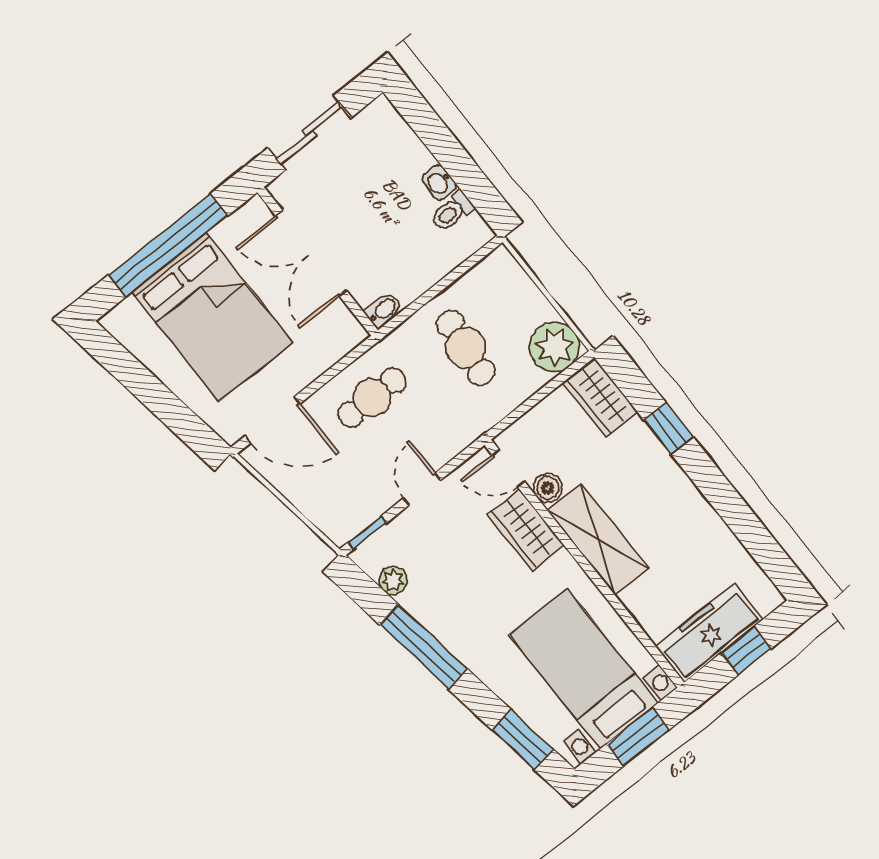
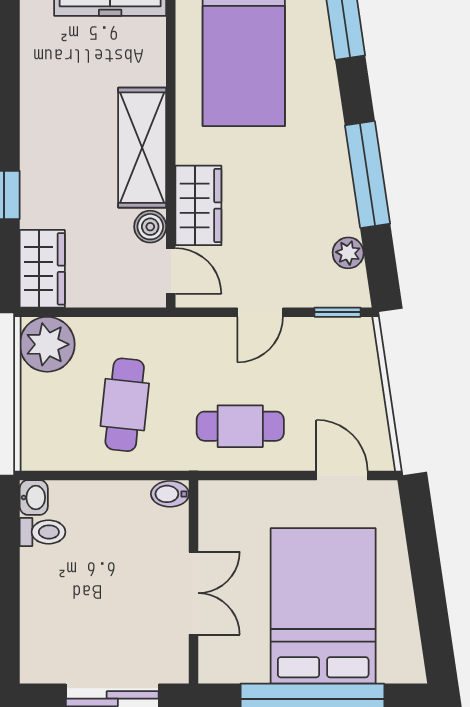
washbasin: (439, 182) -> (34, 497), moved
double door: (311, 253) -> (194, 593), width x0.73
door: (272, 420) -> (342, 476), width x0.73

